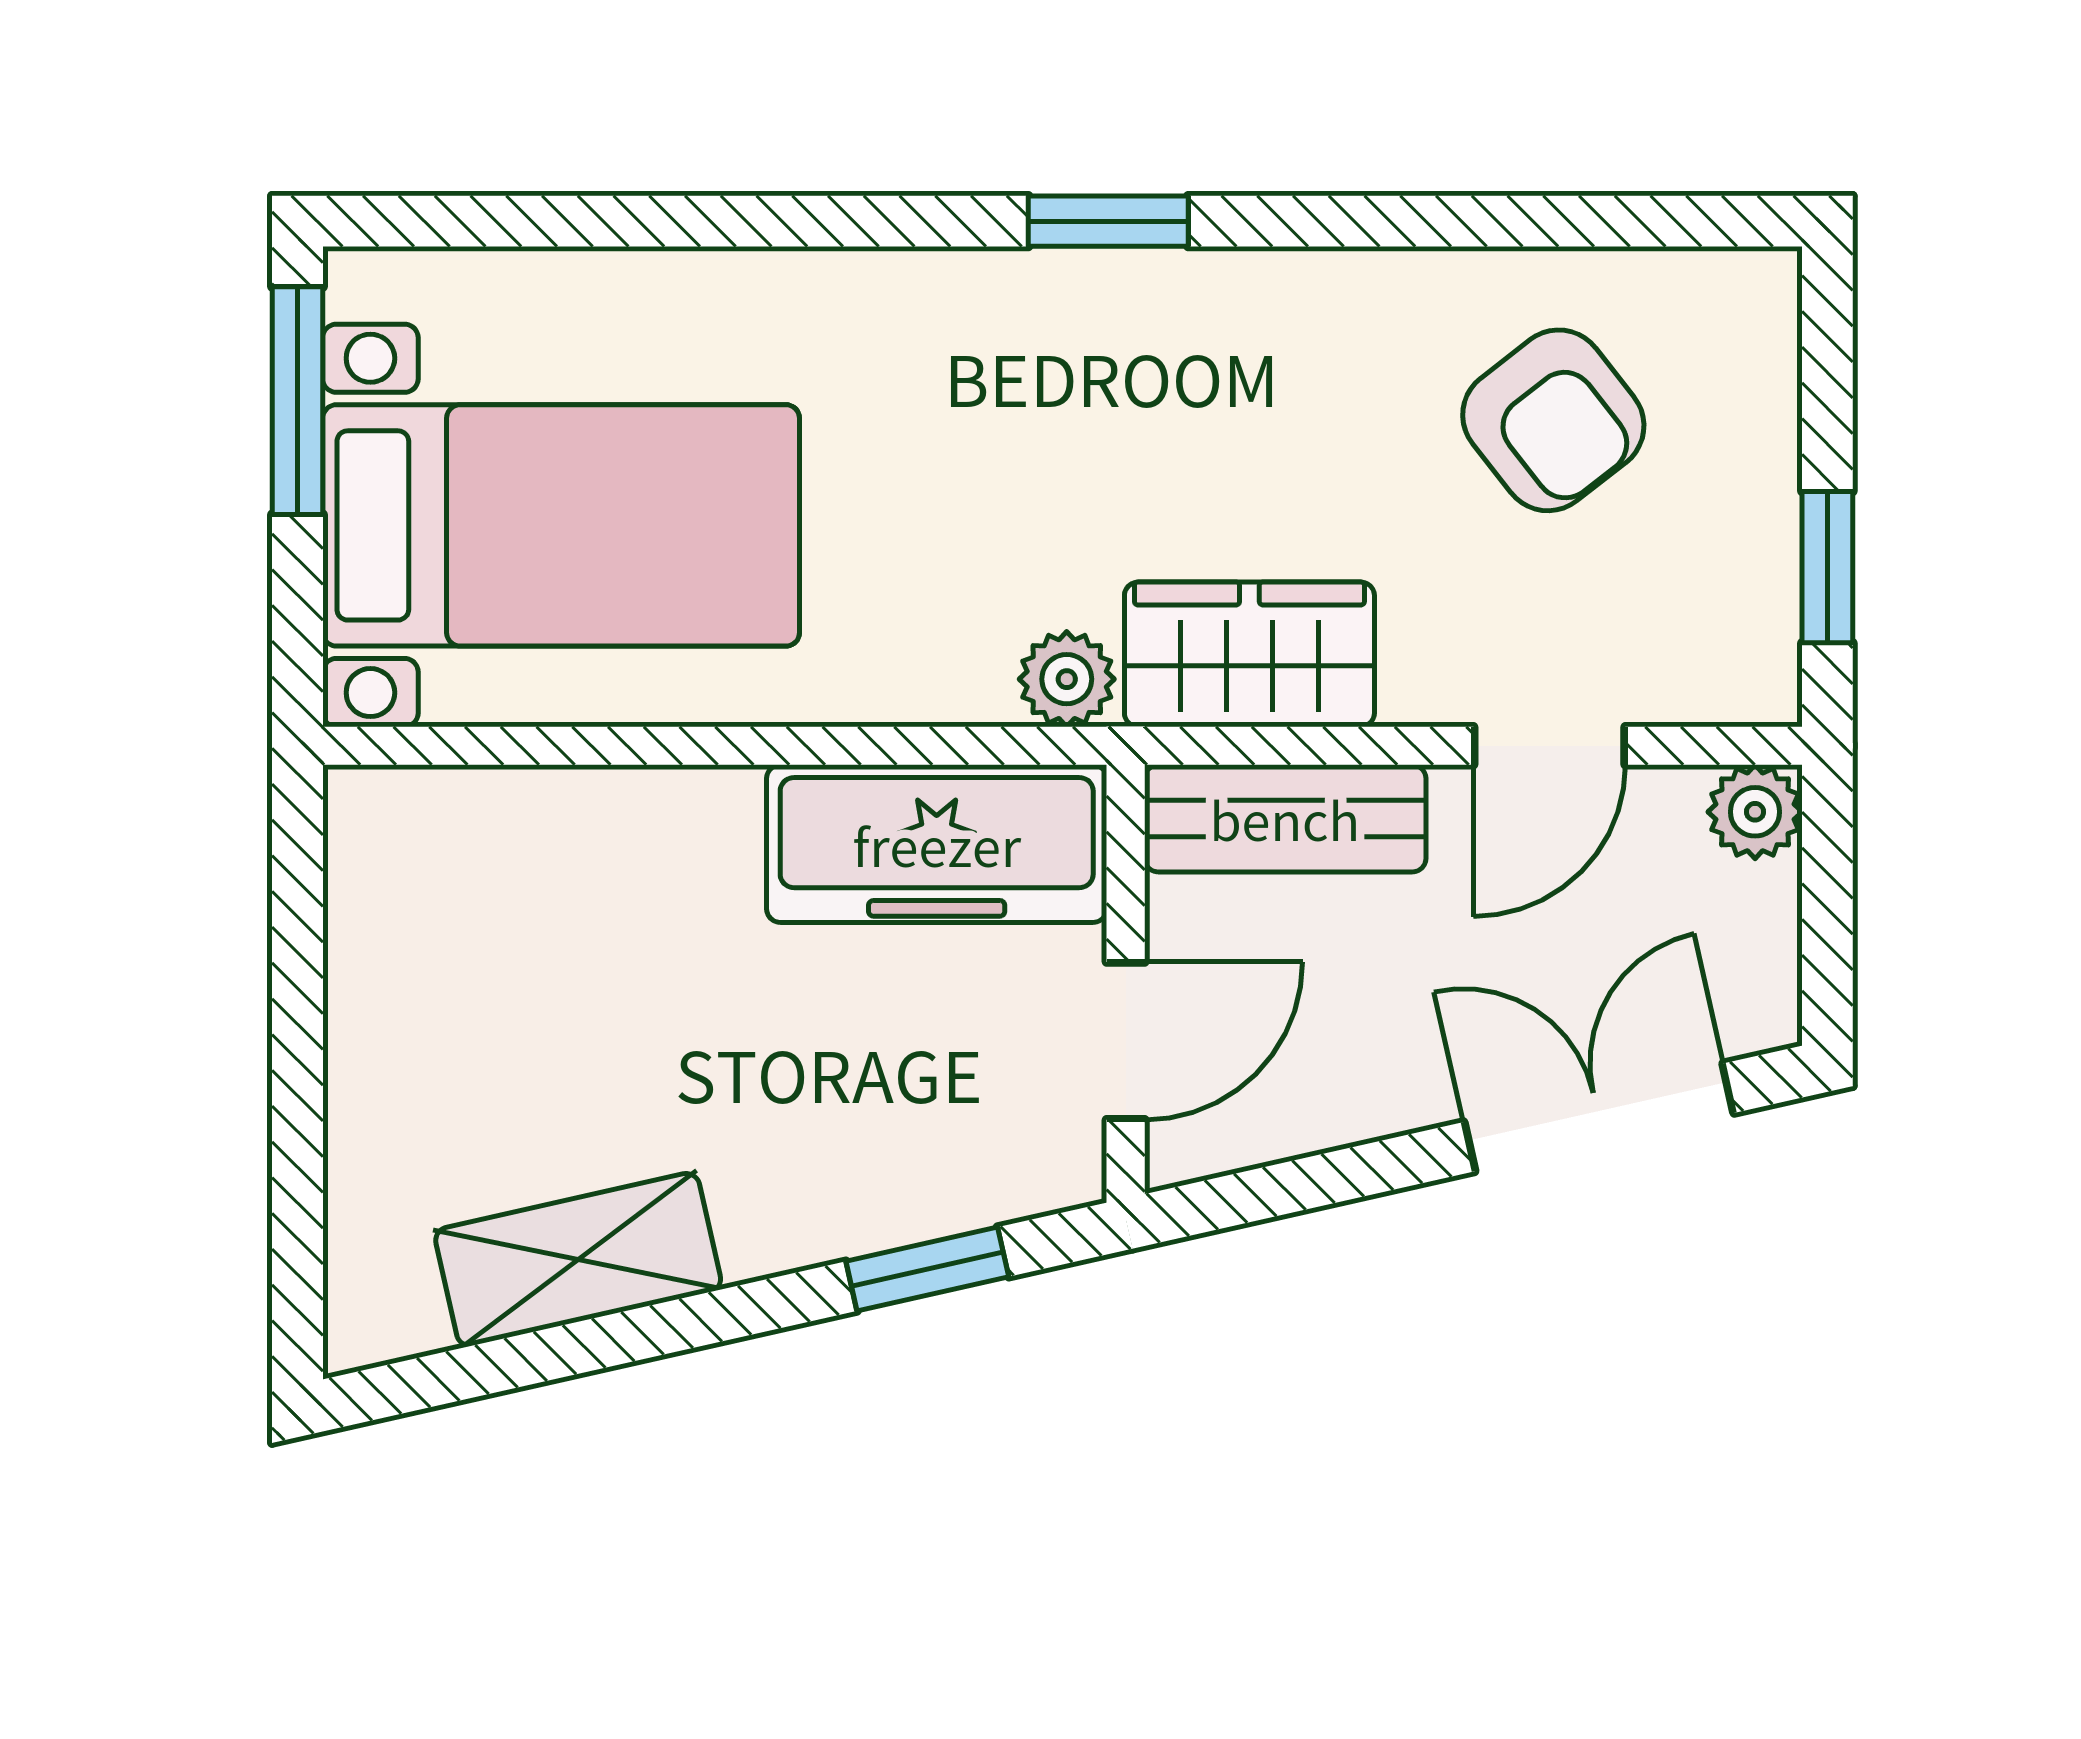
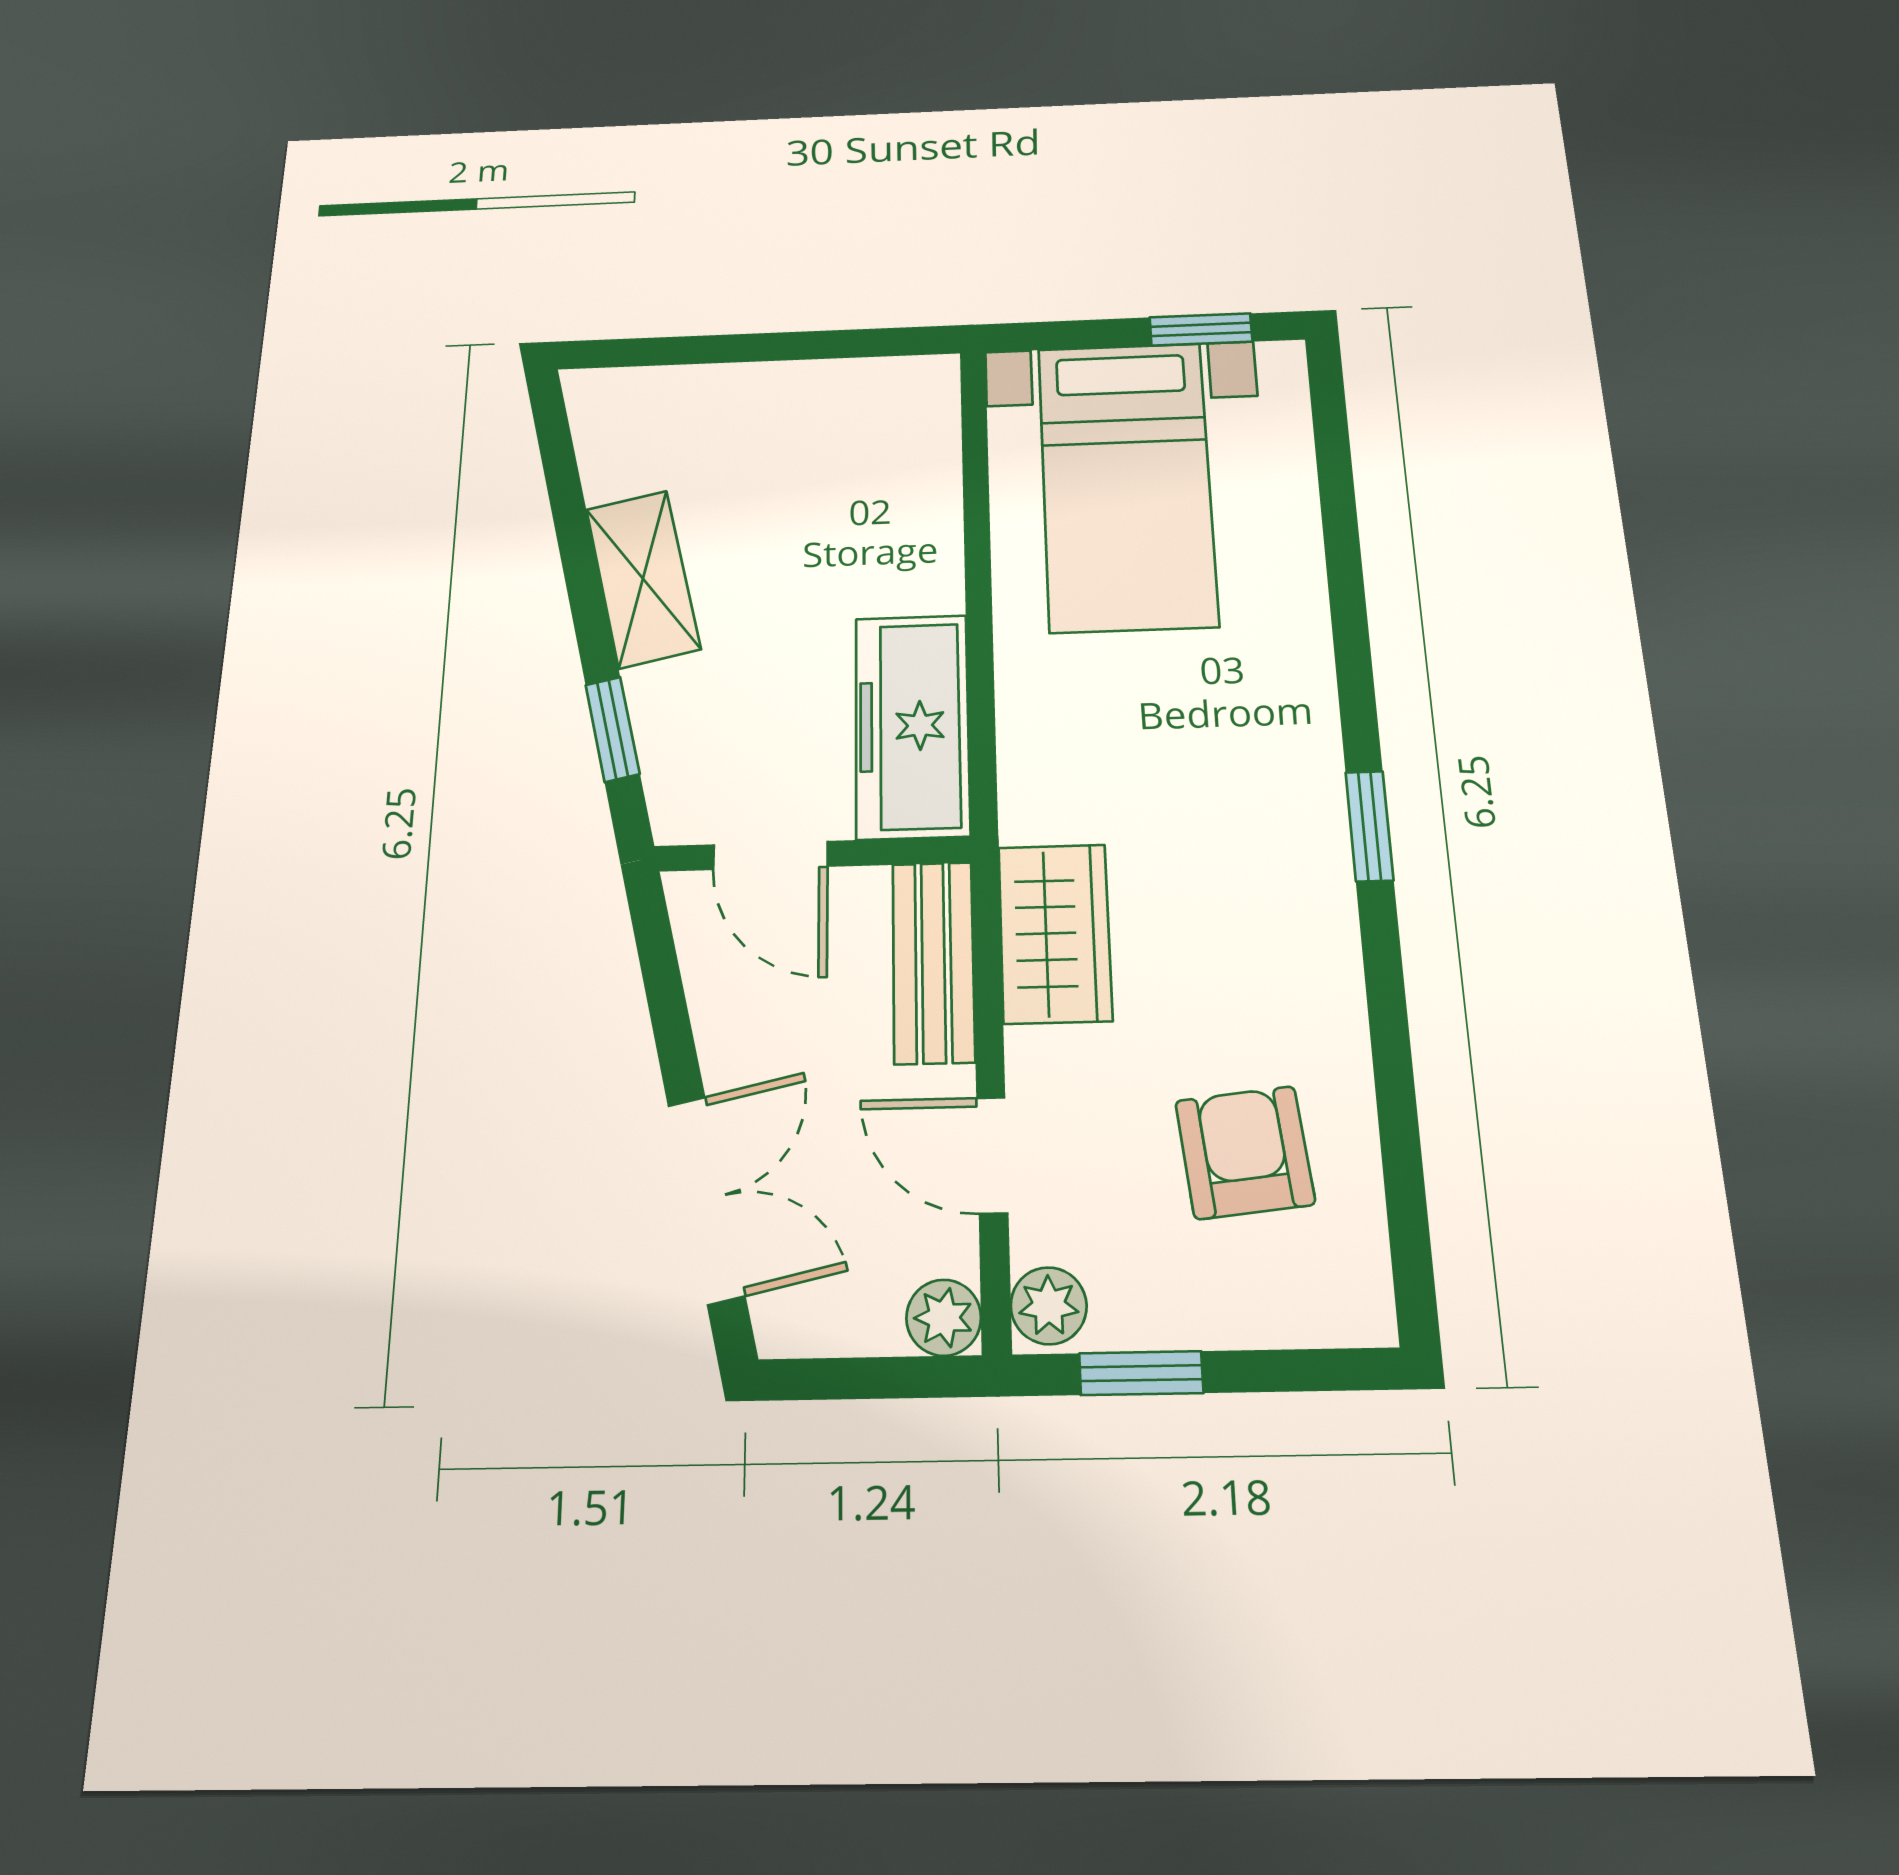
window: (297, 401) -> (1201, 329), width x0.67
armchair: (1553, 420) -> (1245, 1152), turned 122
plant: (1067, 679) -> (1049, 1306), moved
shelving: (578, 1260) -> (643, 579), moved

